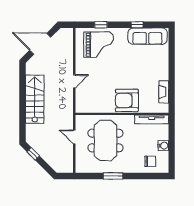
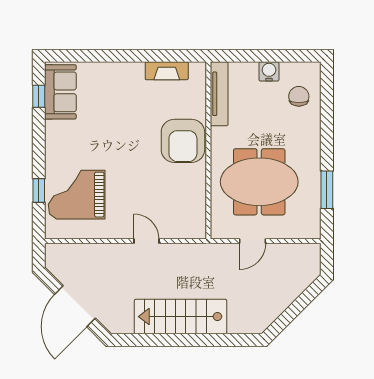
window: (137, 25) -> (39, 96), moved
sofa: (147, 36) -> (60, 92), width x0.73
grand piano: (99, 45) -> (77, 195), turned -90
window: (33, 154) -> (285, 319), removed
window: (113, 176) -> (327, 190), moved

